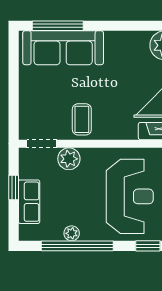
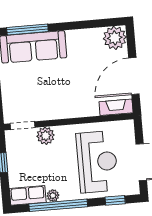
coffee table: (82, 119) -> (53, 103), removed
row of seats: (29, 202) -> (28, 195), moved, turned -90

